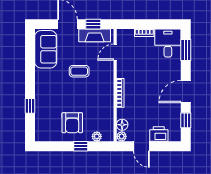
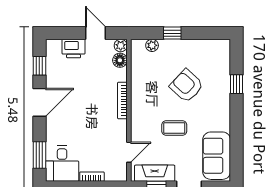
armchair: (72, 123) -> (187, 86), moved, turned -47

